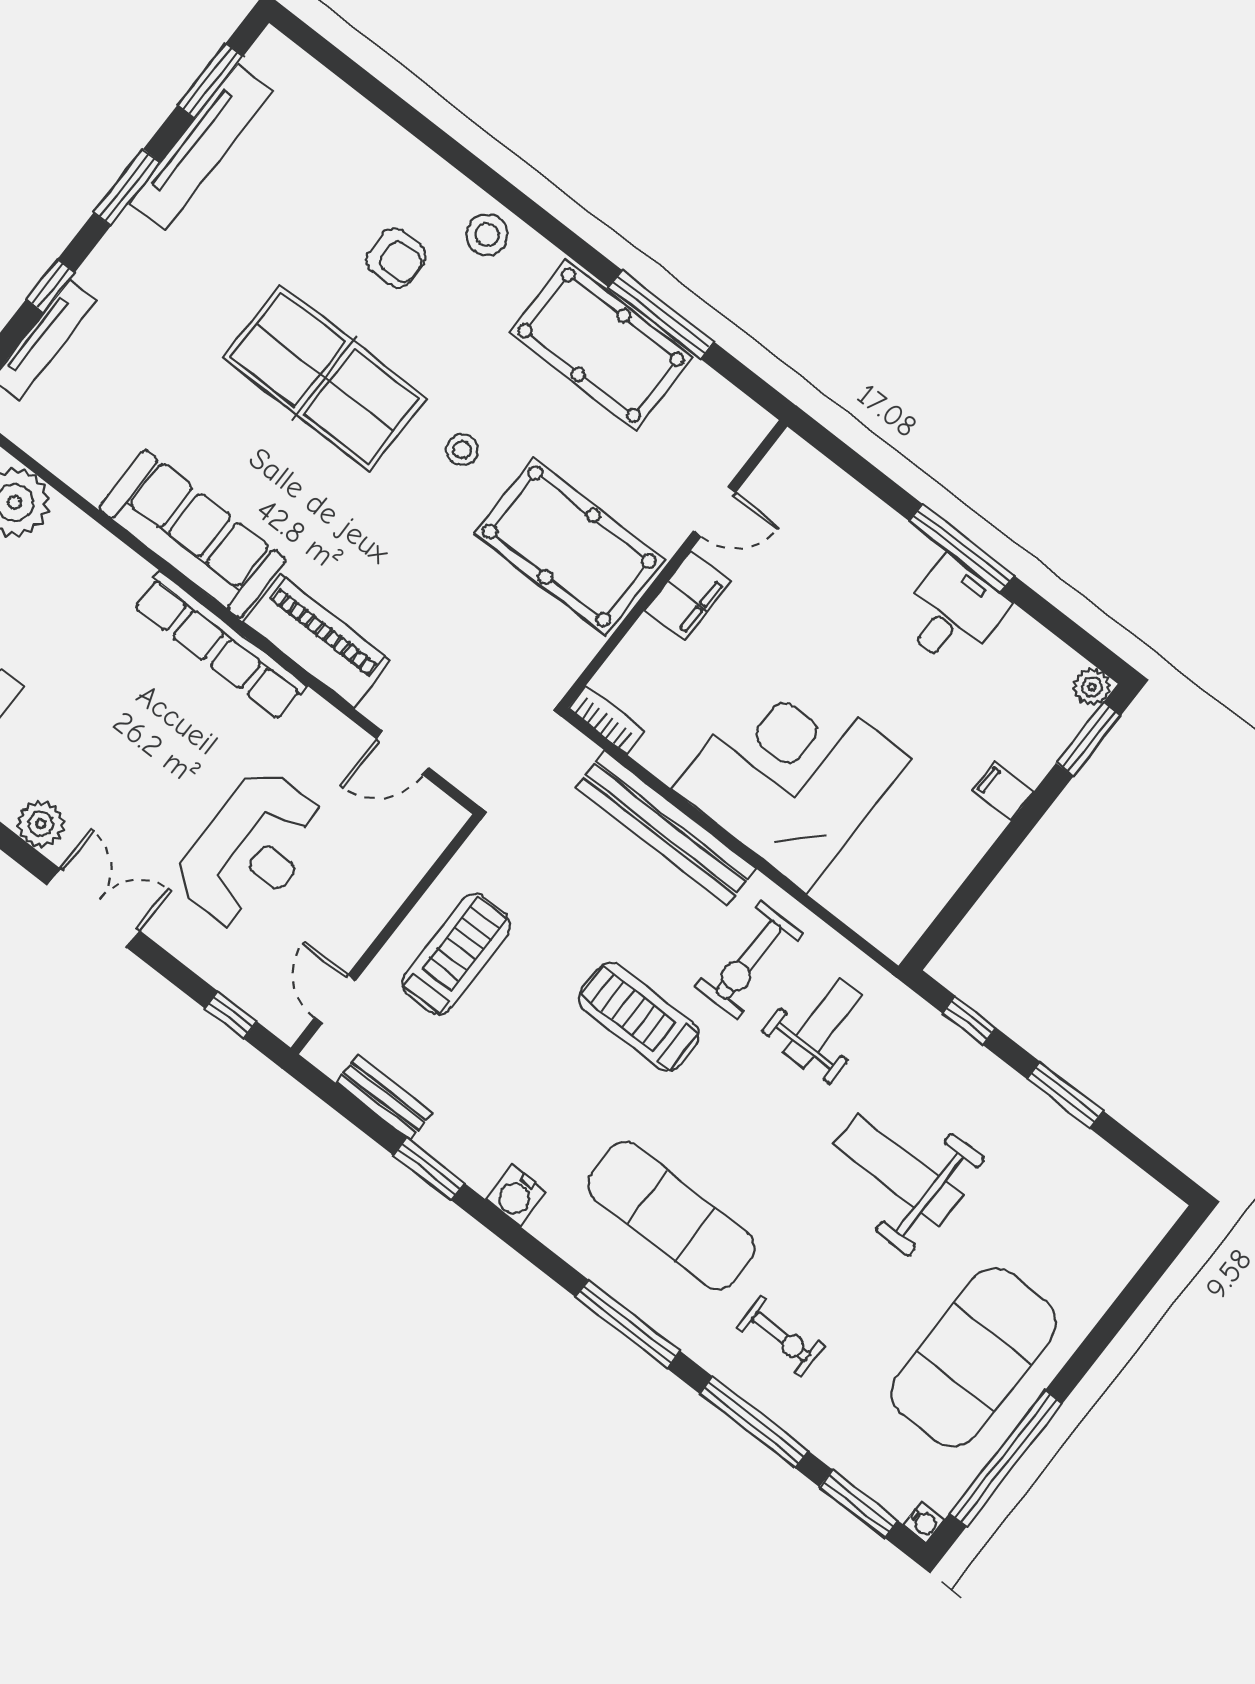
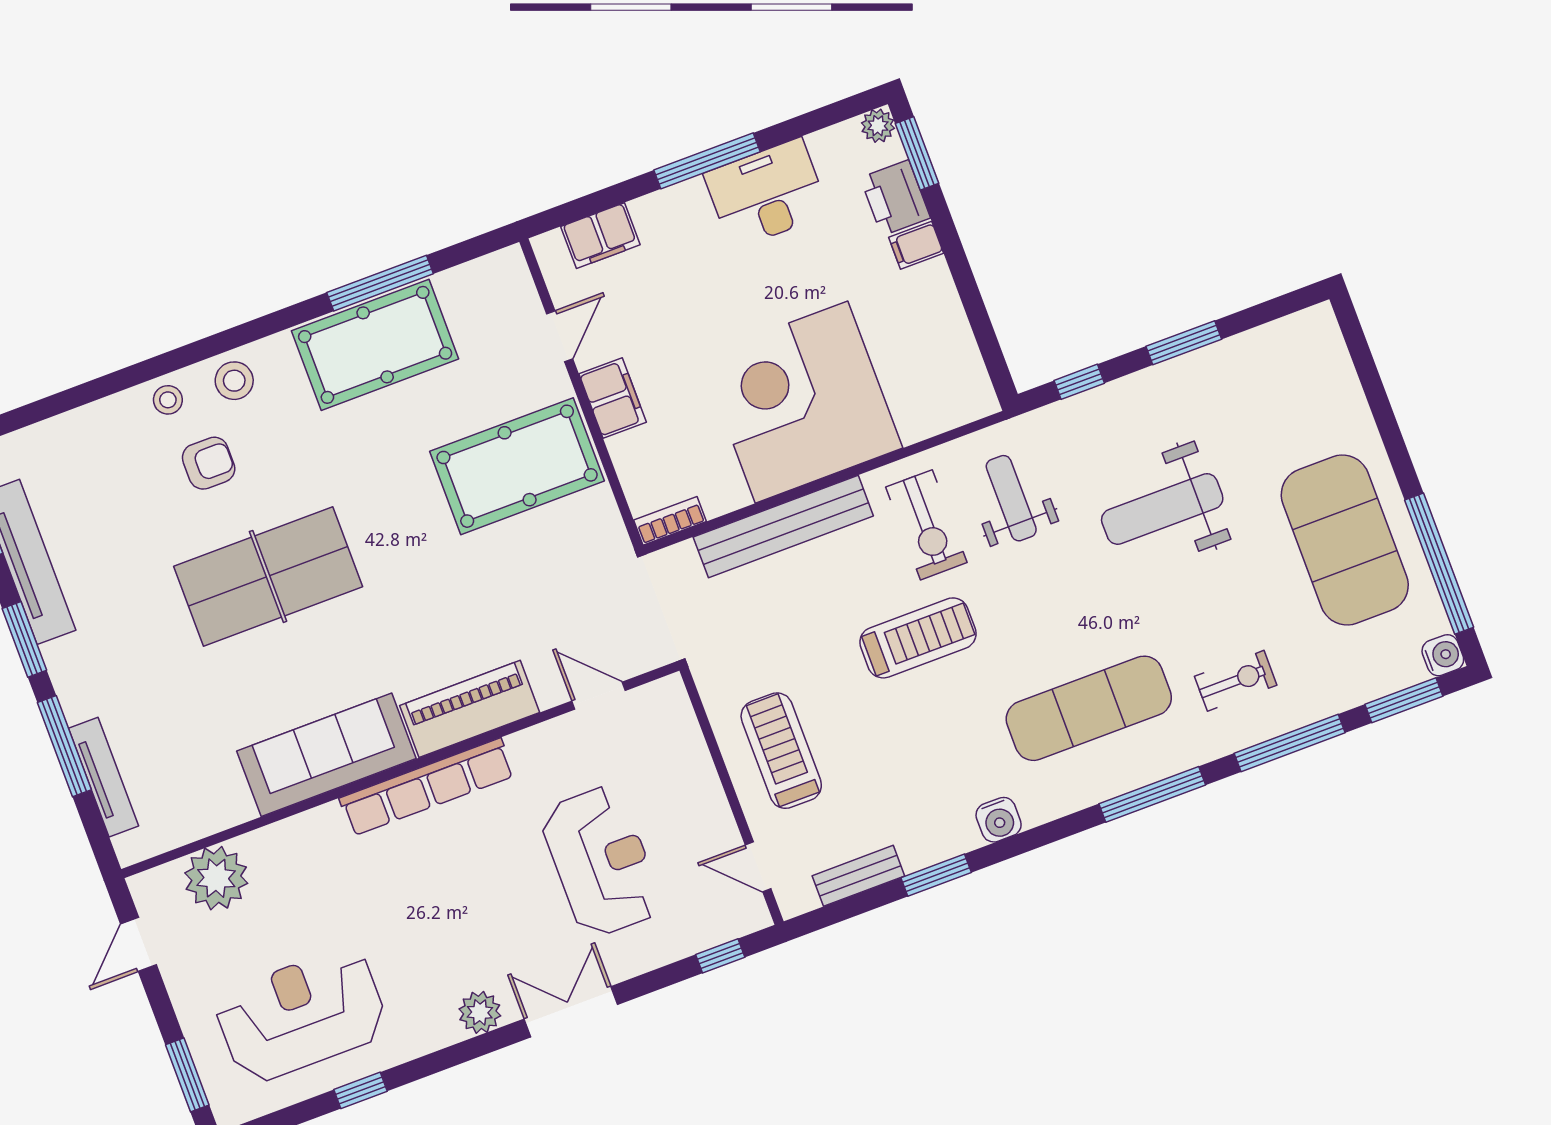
window: (51, 286) -> (64, 746), width x2.17
stool: (462, 450) -> (168, 400), moved
filing cabinet: (831, 492) -> (600, 236), added
desk: (953, 613) -> (767, 194), width x1.37
printer: (1035, 744) -> (895, 198), added
door: (403, 753) -> (599, 696), swing flipped
treadmill: (639, 1017) -> (918, 638), turned 180
water cooler: (924, 1522) -> (1443, 655), width x1.38, depth x1.38

